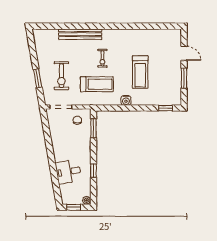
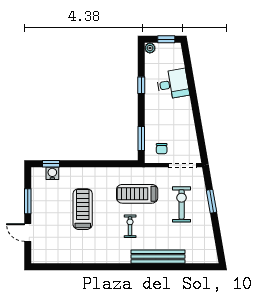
water cooler: (126, 100) -> (52, 173), moved

